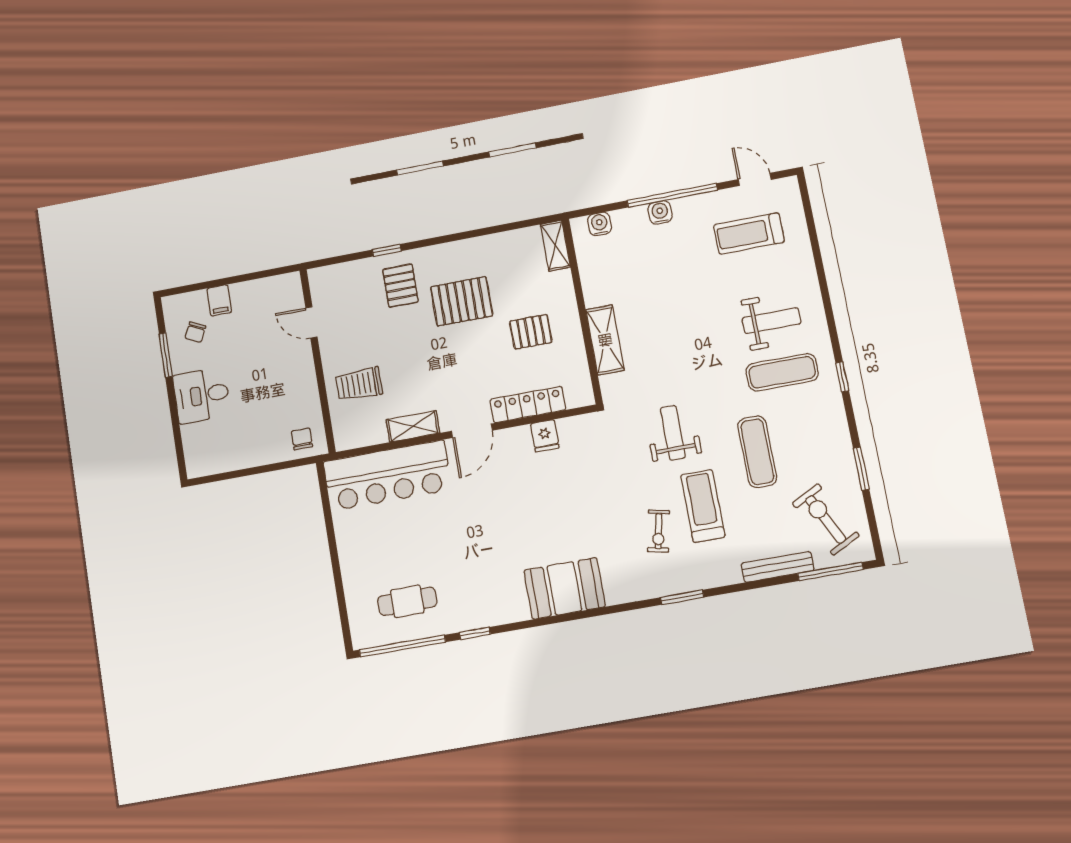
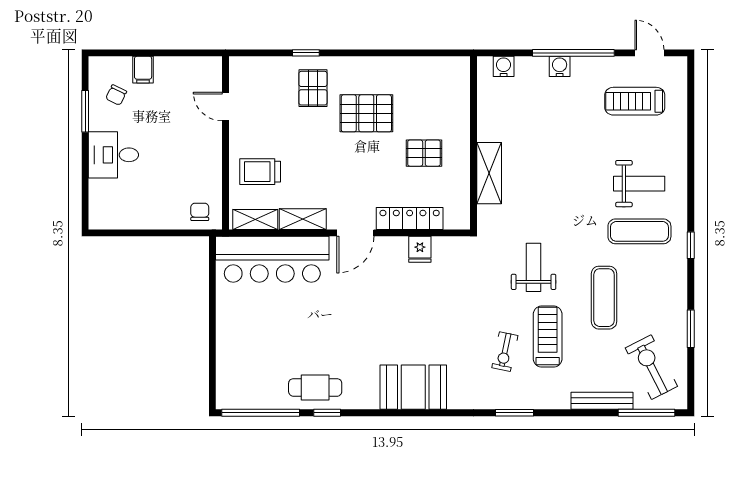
shelving: (555, 246) -> (255, 219), moved, turned 90
cafe table: (407, 601) -> (315, 387), moved

